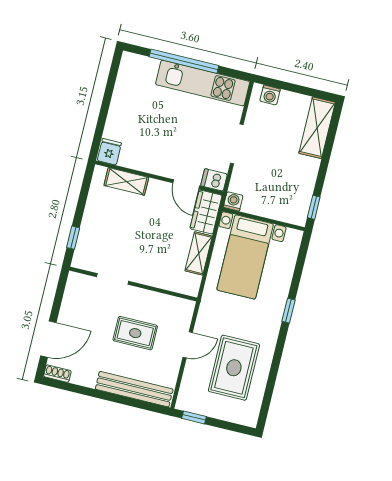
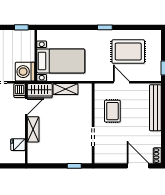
fridge: (109, 152) -> (18, 145), moved
shelving: (126, 181) -> (33, 129), moved
washing machine: (233, 201) -> (25, 72), width x1.89, depth x1.89
window: (289, 311) -> (105, 27), moved
rug: (135, 333) -> (112, 111), moved

